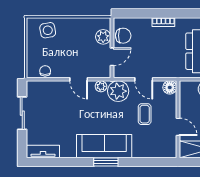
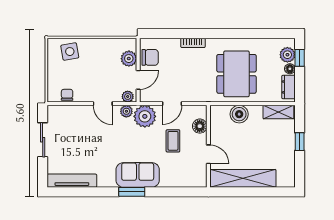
plant: (102, 72) -> (128, 97), added
door: (144, 79) -> (172, 104), hinge flipped
floor lamp: (170, 87) -> (200, 126), moved
sofa: (104, 146) -> (138, 175), width x0.73
tv unit: (43, 152) -> (72, 181), width x1.41

